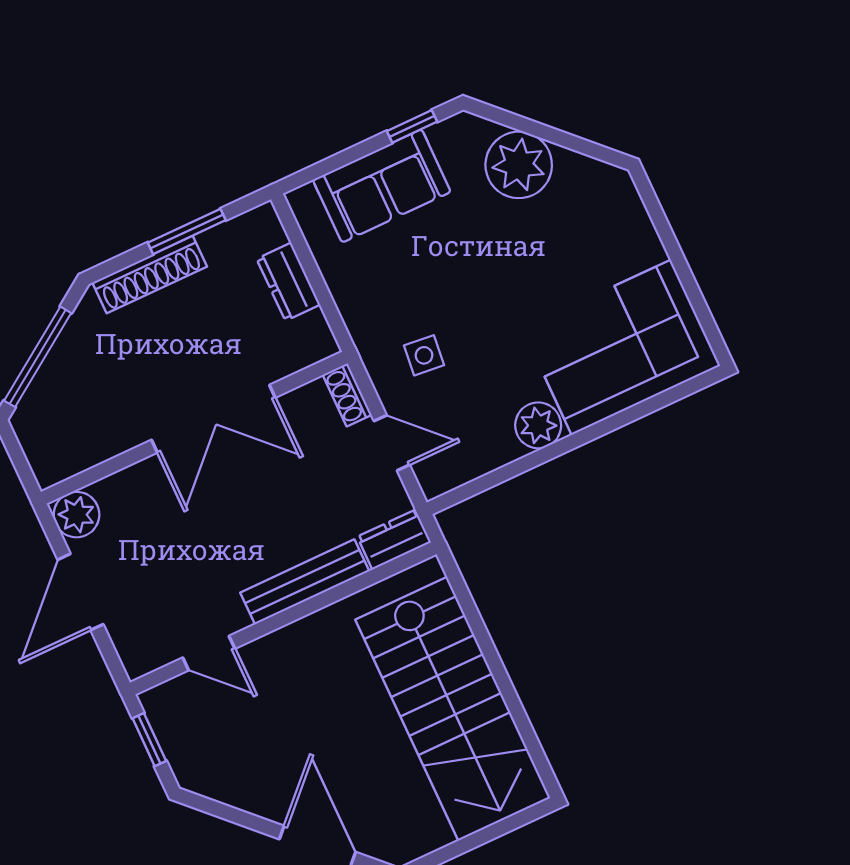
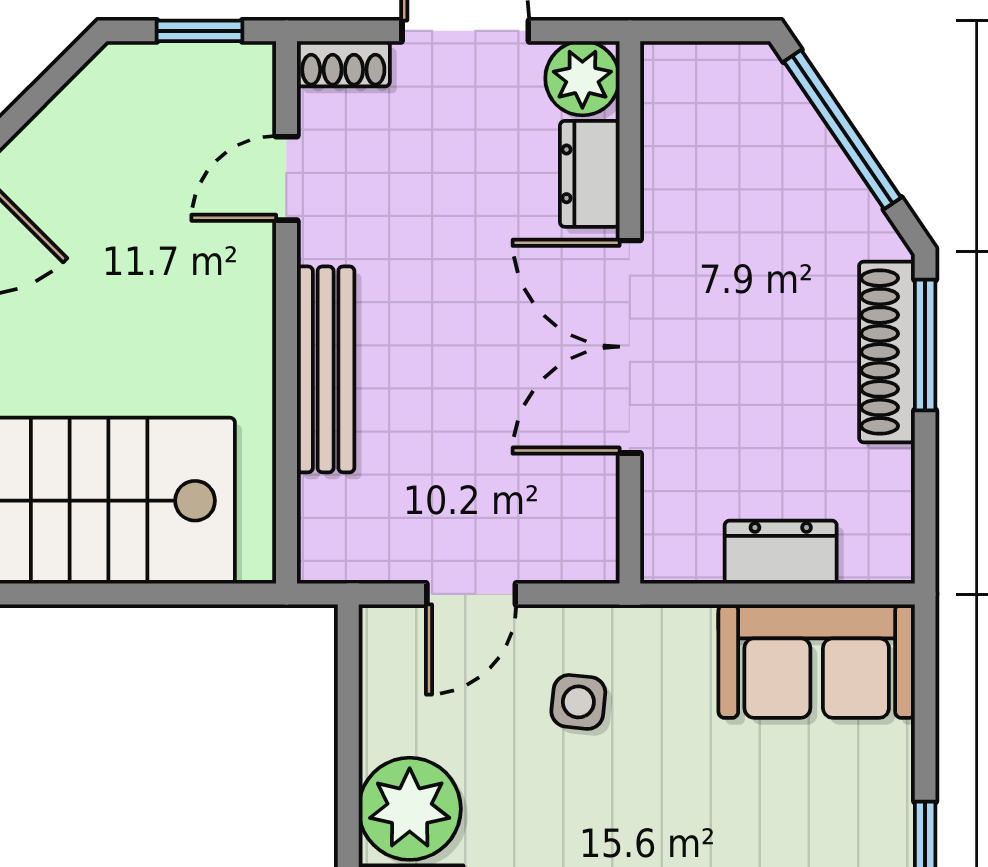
sofa: (382, 186) -> (817, 661), moved, turned -90
window: (187, 231) -> (925, 345), moved
shoe rack: (347, 395) -> (343, 64), moved, turned 180
plant: (538, 425) -> (410, 809), width x1.36, depth x1.36
dresser: (394, 540) -> (590, 174), moved, turned 180

